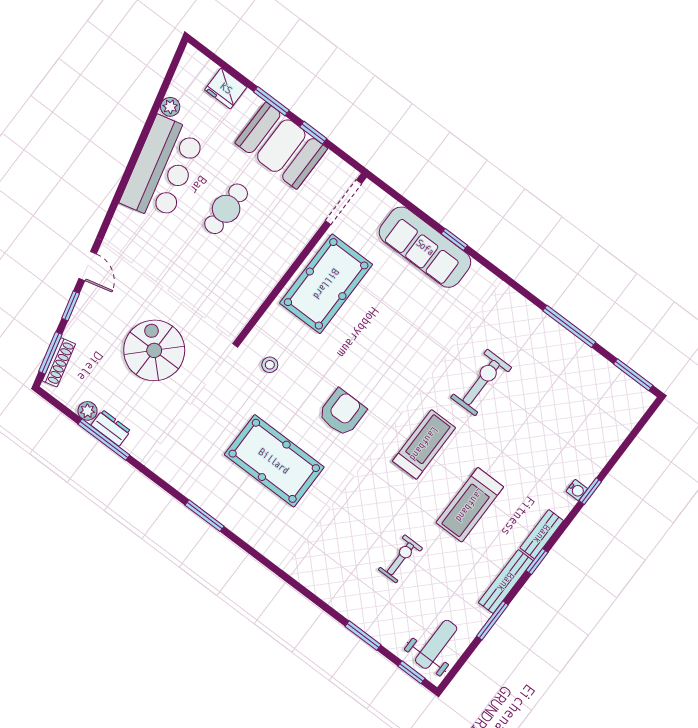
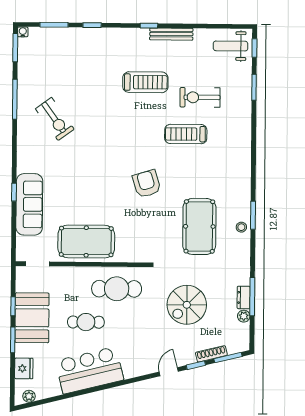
plant: (170, 107) -> (29, 396), moved
doorway: (344, 202) -> (37, 264), width x0.73
cafe table: (239, 278) -> (117, 289), added
shoe rack: (59, 362) -> (211, 354), moved
stool: (270, 365) -> (241, 227), moved
exercise bike: (481, 382) -> (55, 119), moved, turned -126
armchair: (342, 413) -> (147, 184), turned 73
treadmill: (424, 444) -> (186, 134), moved
pool table: (274, 461) -> (199, 226), moved
water cooler: (577, 490) -> (23, 32), moved
bench: (542, 534) -> (133, 34), removed
exercise bike: (400, 559) -> (200, 97), width x1.38, depth x1.39
window: (492, 620) -> (54, 25), moved

